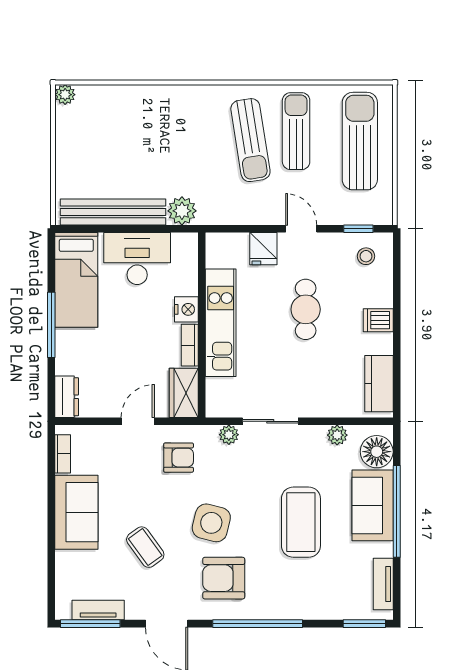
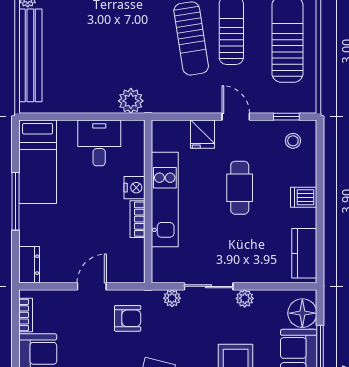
bench: (113, 212) -> (30, 55), moved, turned 90
desk: (137, 259) -> (99, 143), width x0.73
wardrobe: (184, 393) -> (132, 261), removed
plant: (337, 435) -> (245, 298), moved

